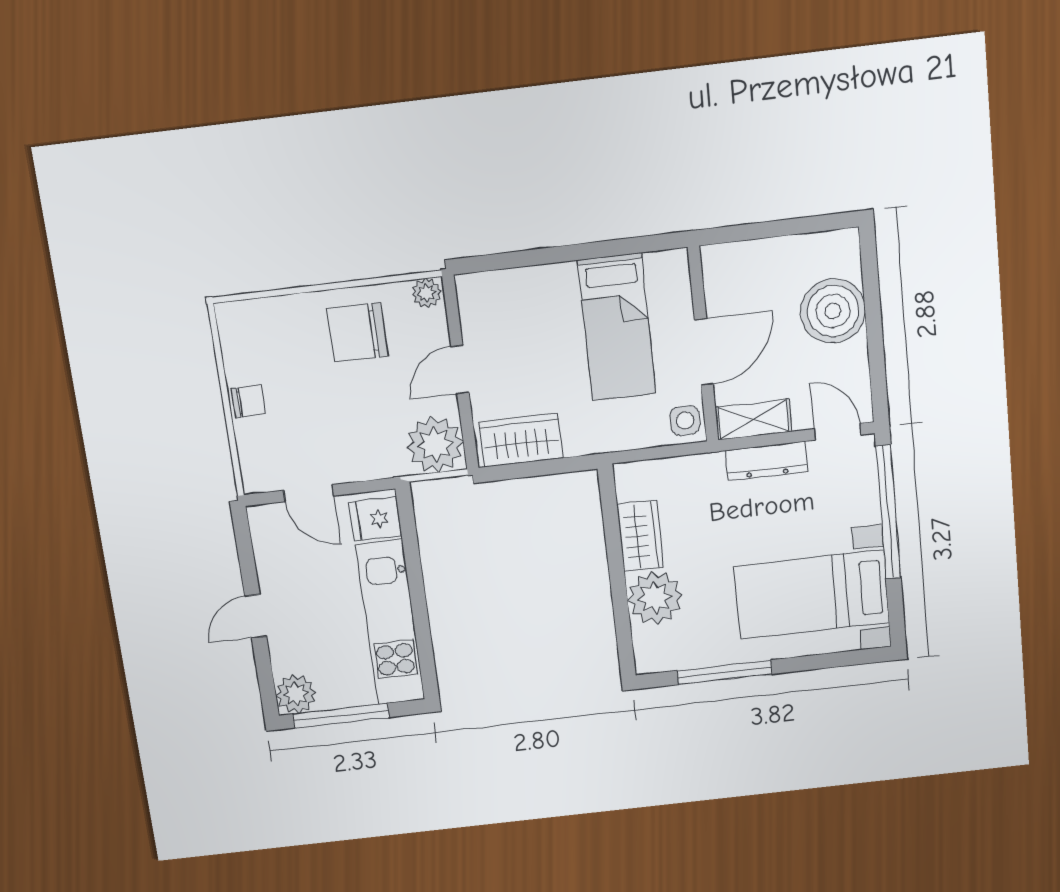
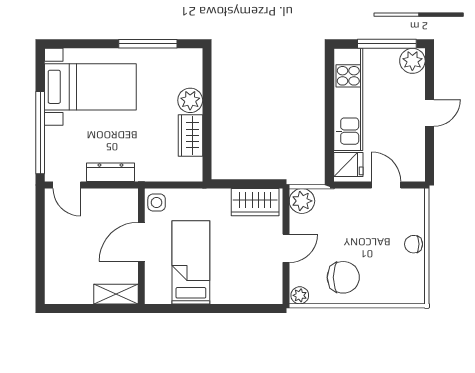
boiler: (833, 311) -> (64, 257), removed
shelving: (753, 419) -> (116, 294), moved
plant: (435, 444) -> (302, 201), width x0.73, depth x0.73
plant: (655, 598) -> (190, 100), width x0.73, depth x0.73

